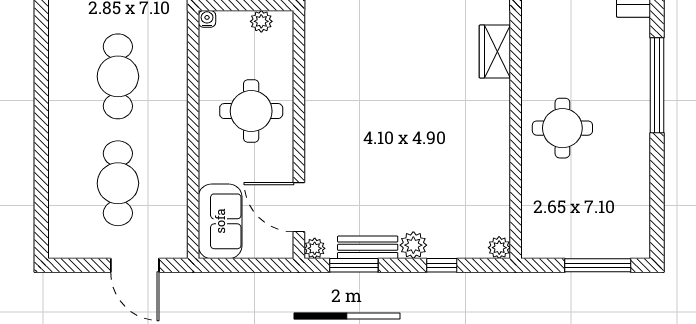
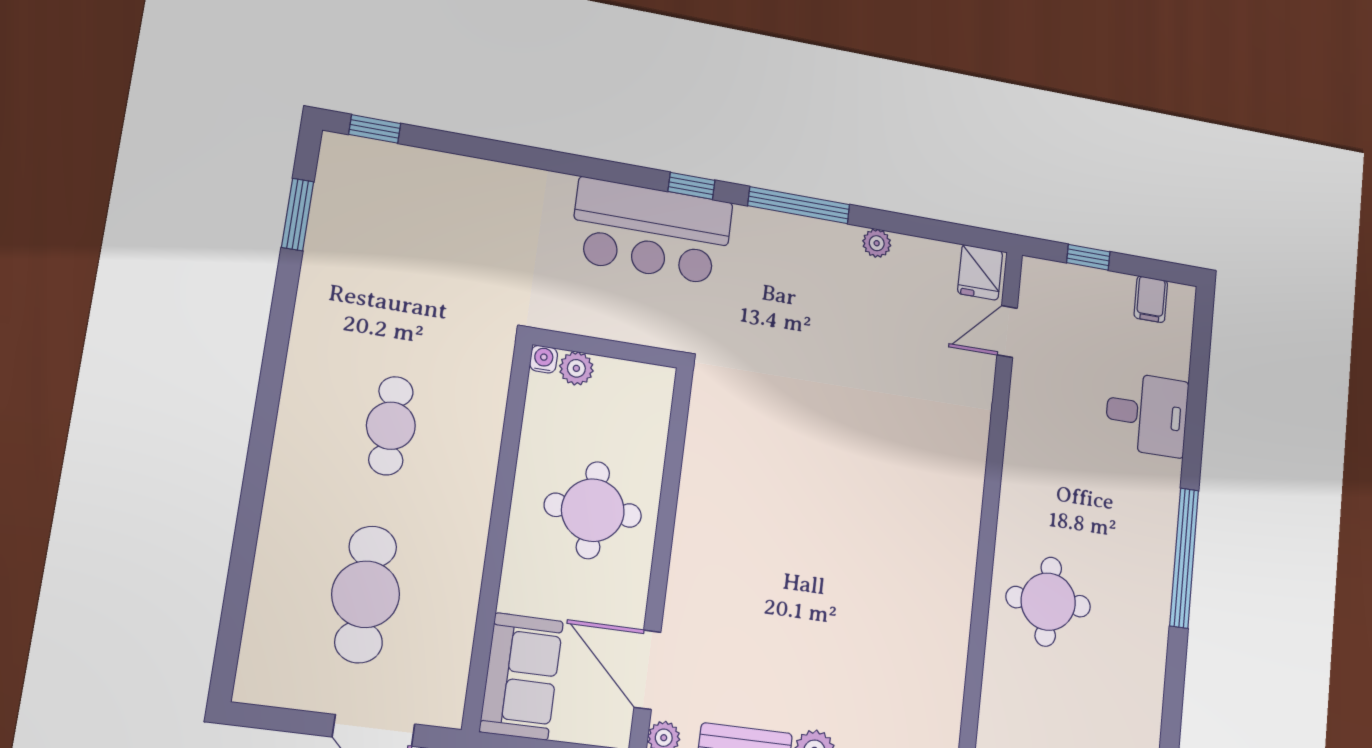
plant: (261, 21) -> (576, 368), moved
wardrobe: (495, 51) -> (964, 475), removed
cafe table: (118, 76) -> (391, 426), width x0.73, depth x0.74

